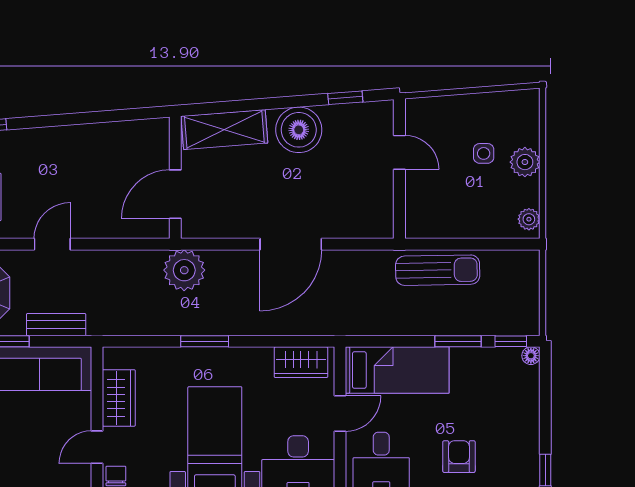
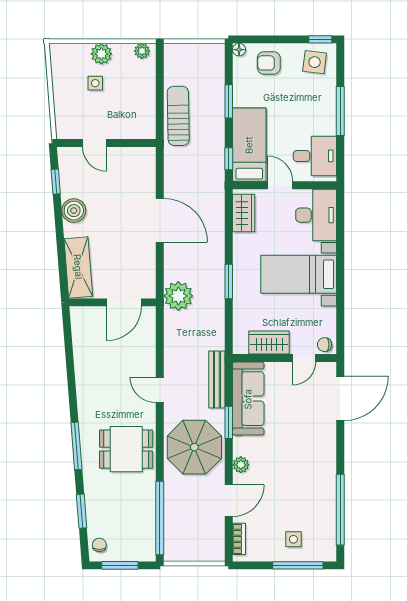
boiler: (299, 130) -> (74, 211), width x0.73, depth x0.73
door: (399, 152) -> (95, 143), swing flipped
door: (175, 194) -> (124, 302), hinge flipped
bench: (56, 325) -> (217, 379), width x1.36
window: (511, 341) -> (229, 159), moved
door: (97, 447) -> (304, 358), hinge flipped
armchair: (459, 457) -> (269, 63), moved
side table: (513, 462) -> (315, 62), added

